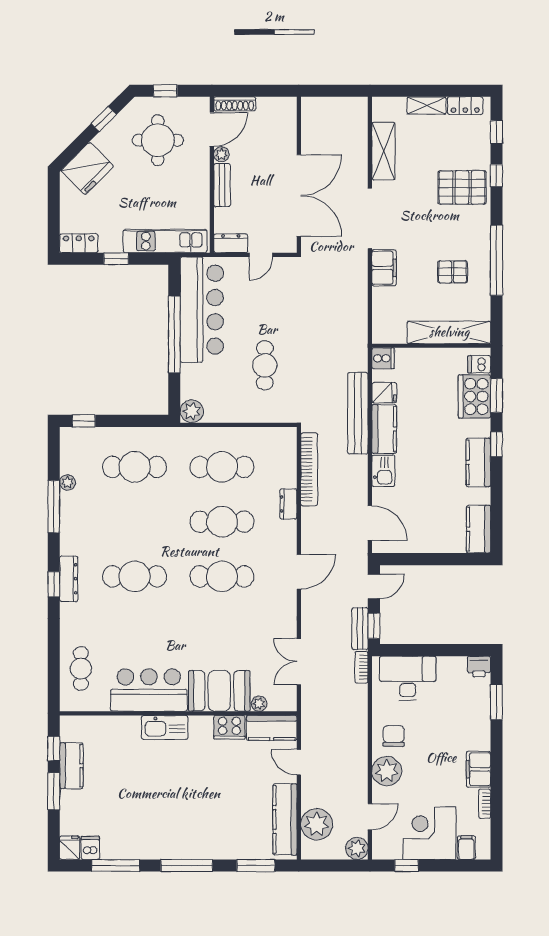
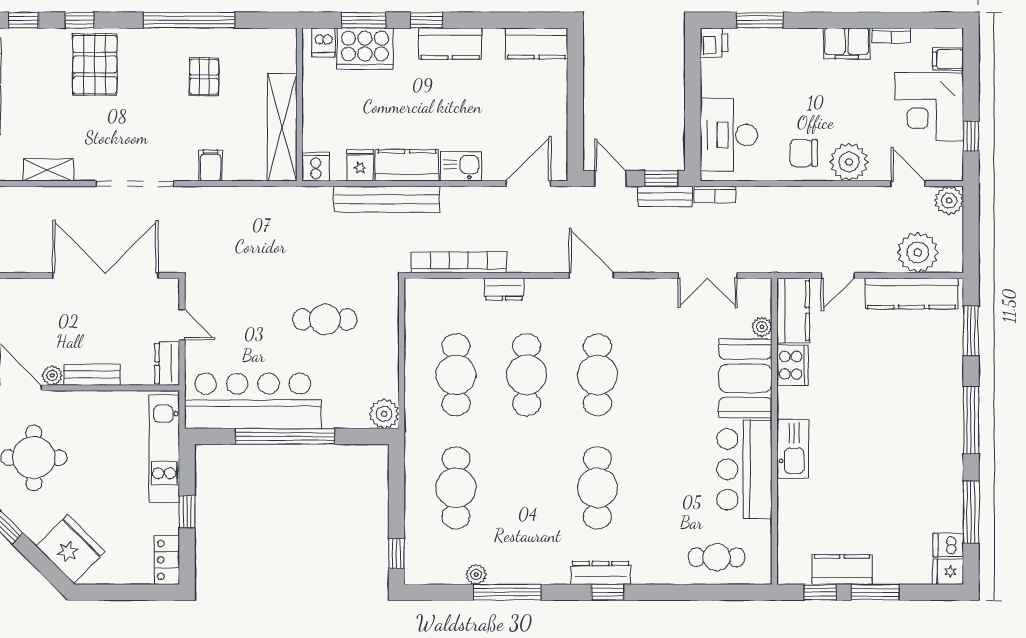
shelving: (383, 151) -> (48, 170), width x0.67, depth x0.75
filing cabinet: (384, 268) -> (210, 165), width x0.50
shelving: (449, 332) -> (282, 127), moved

